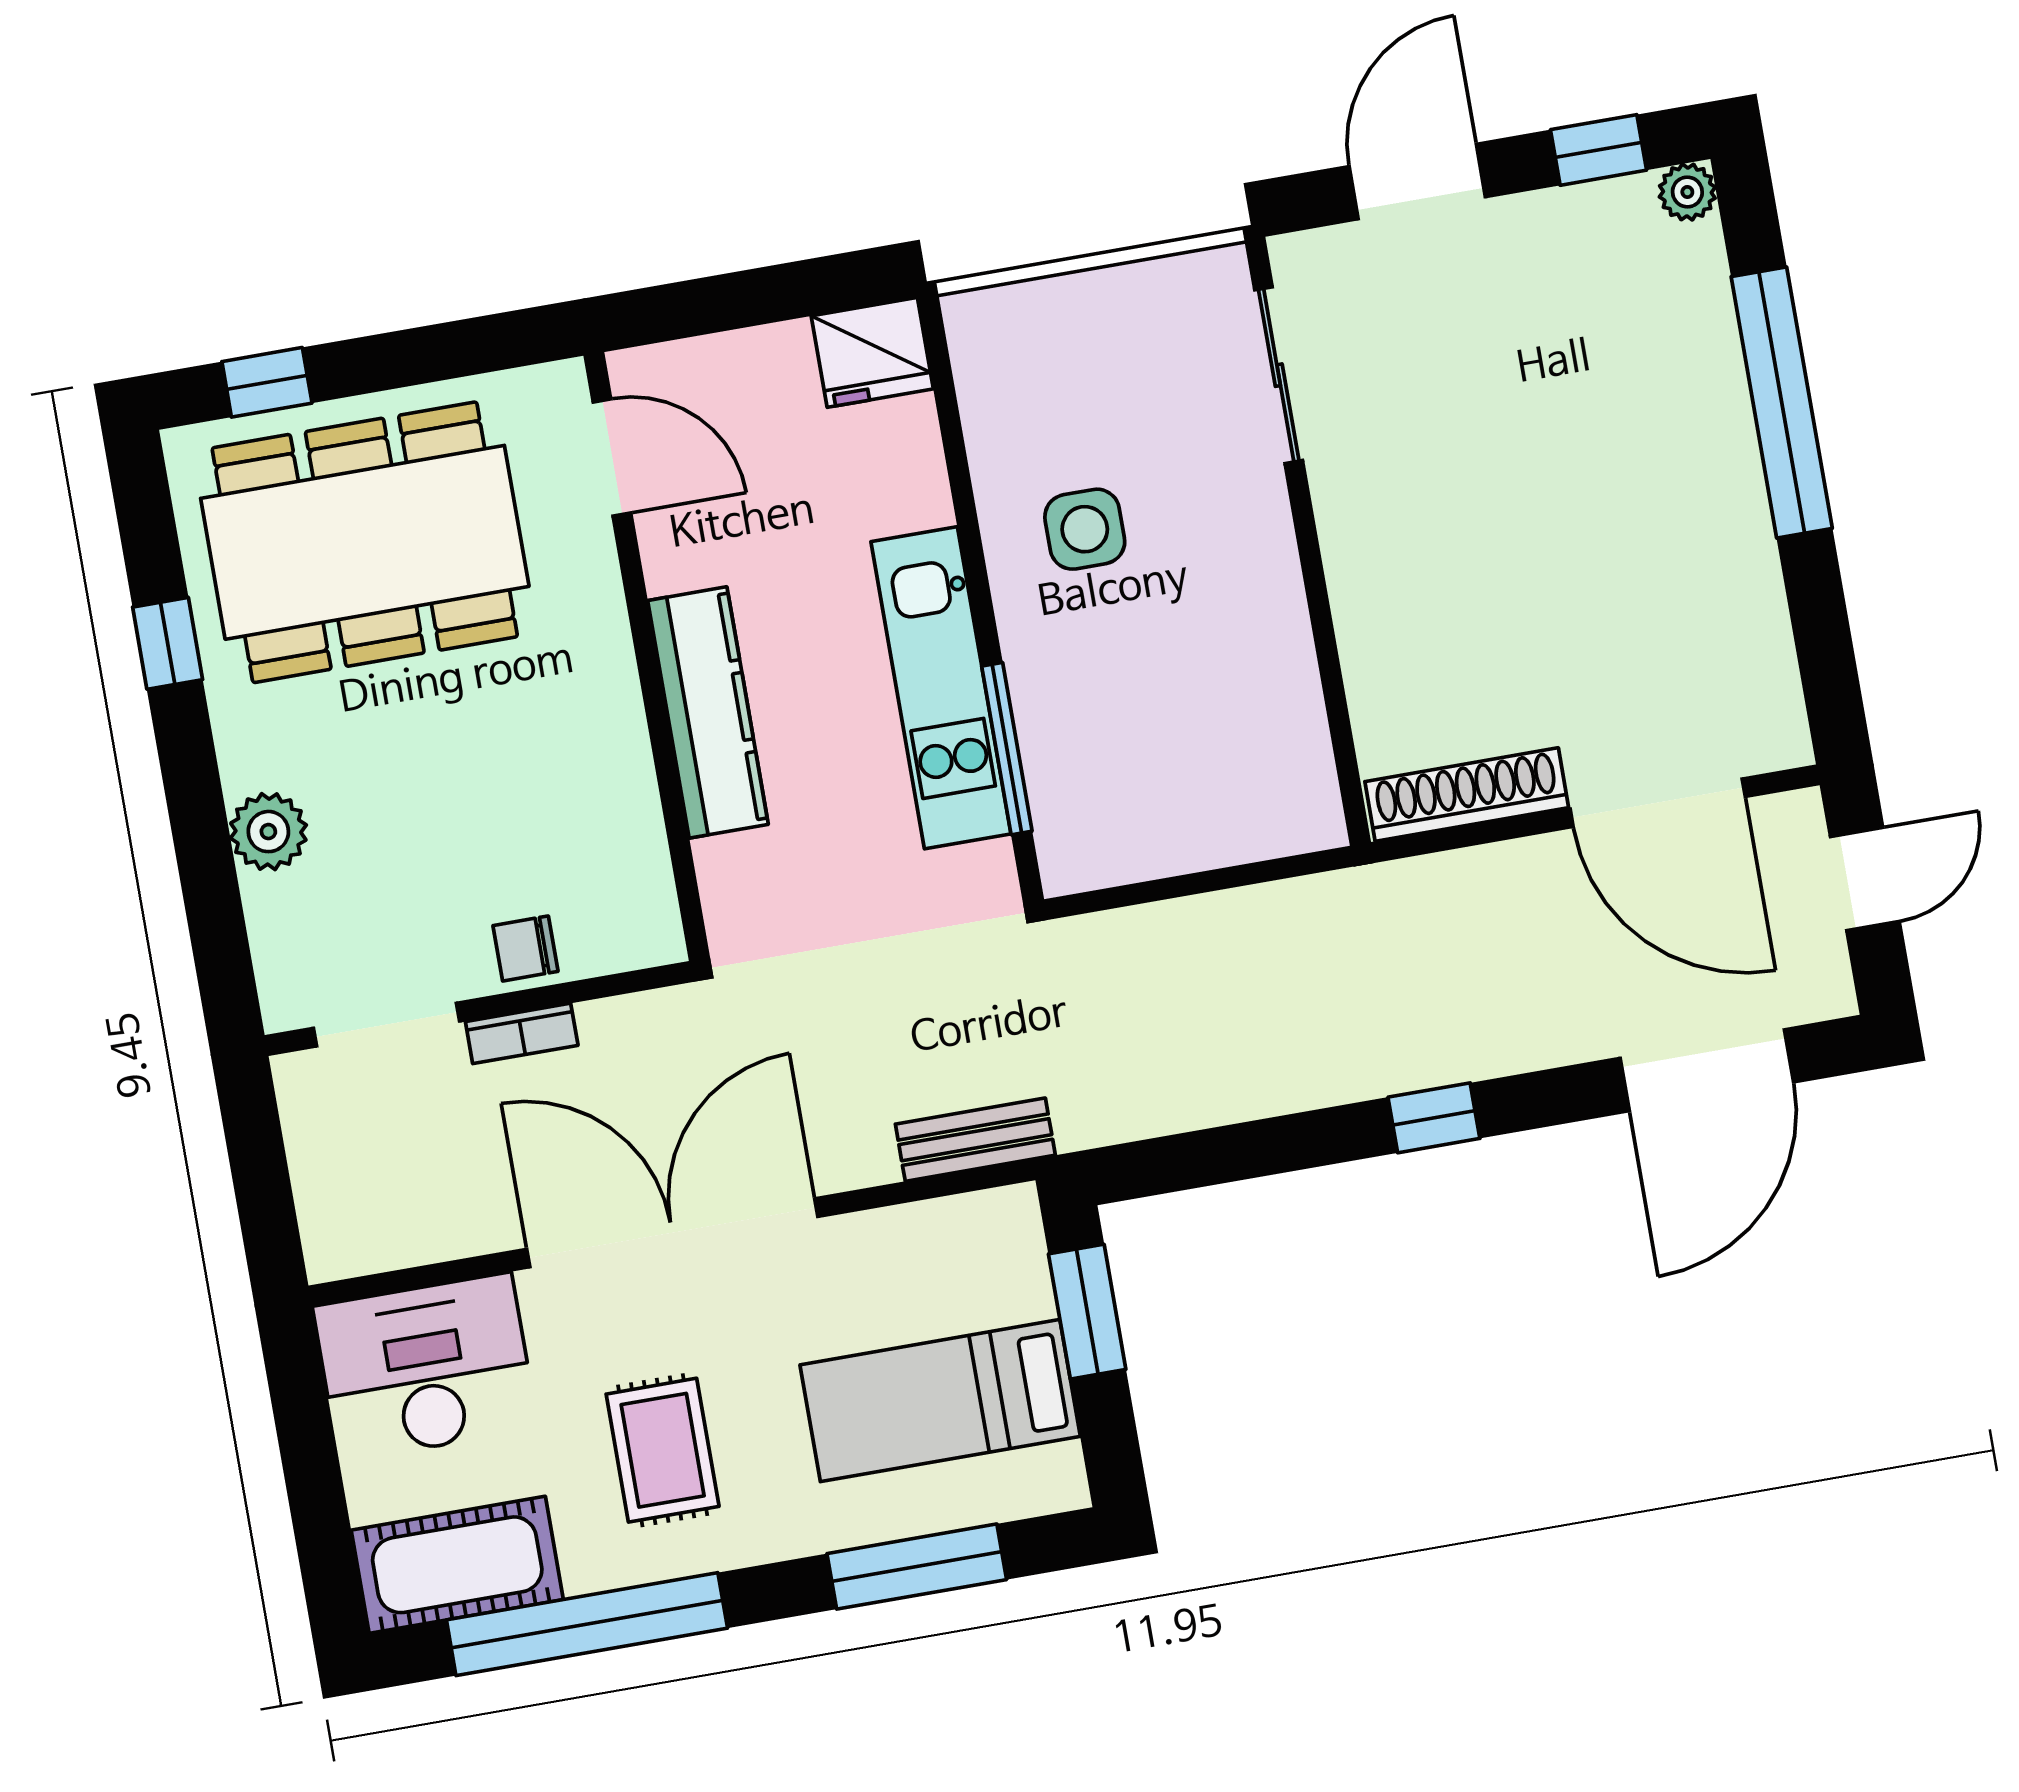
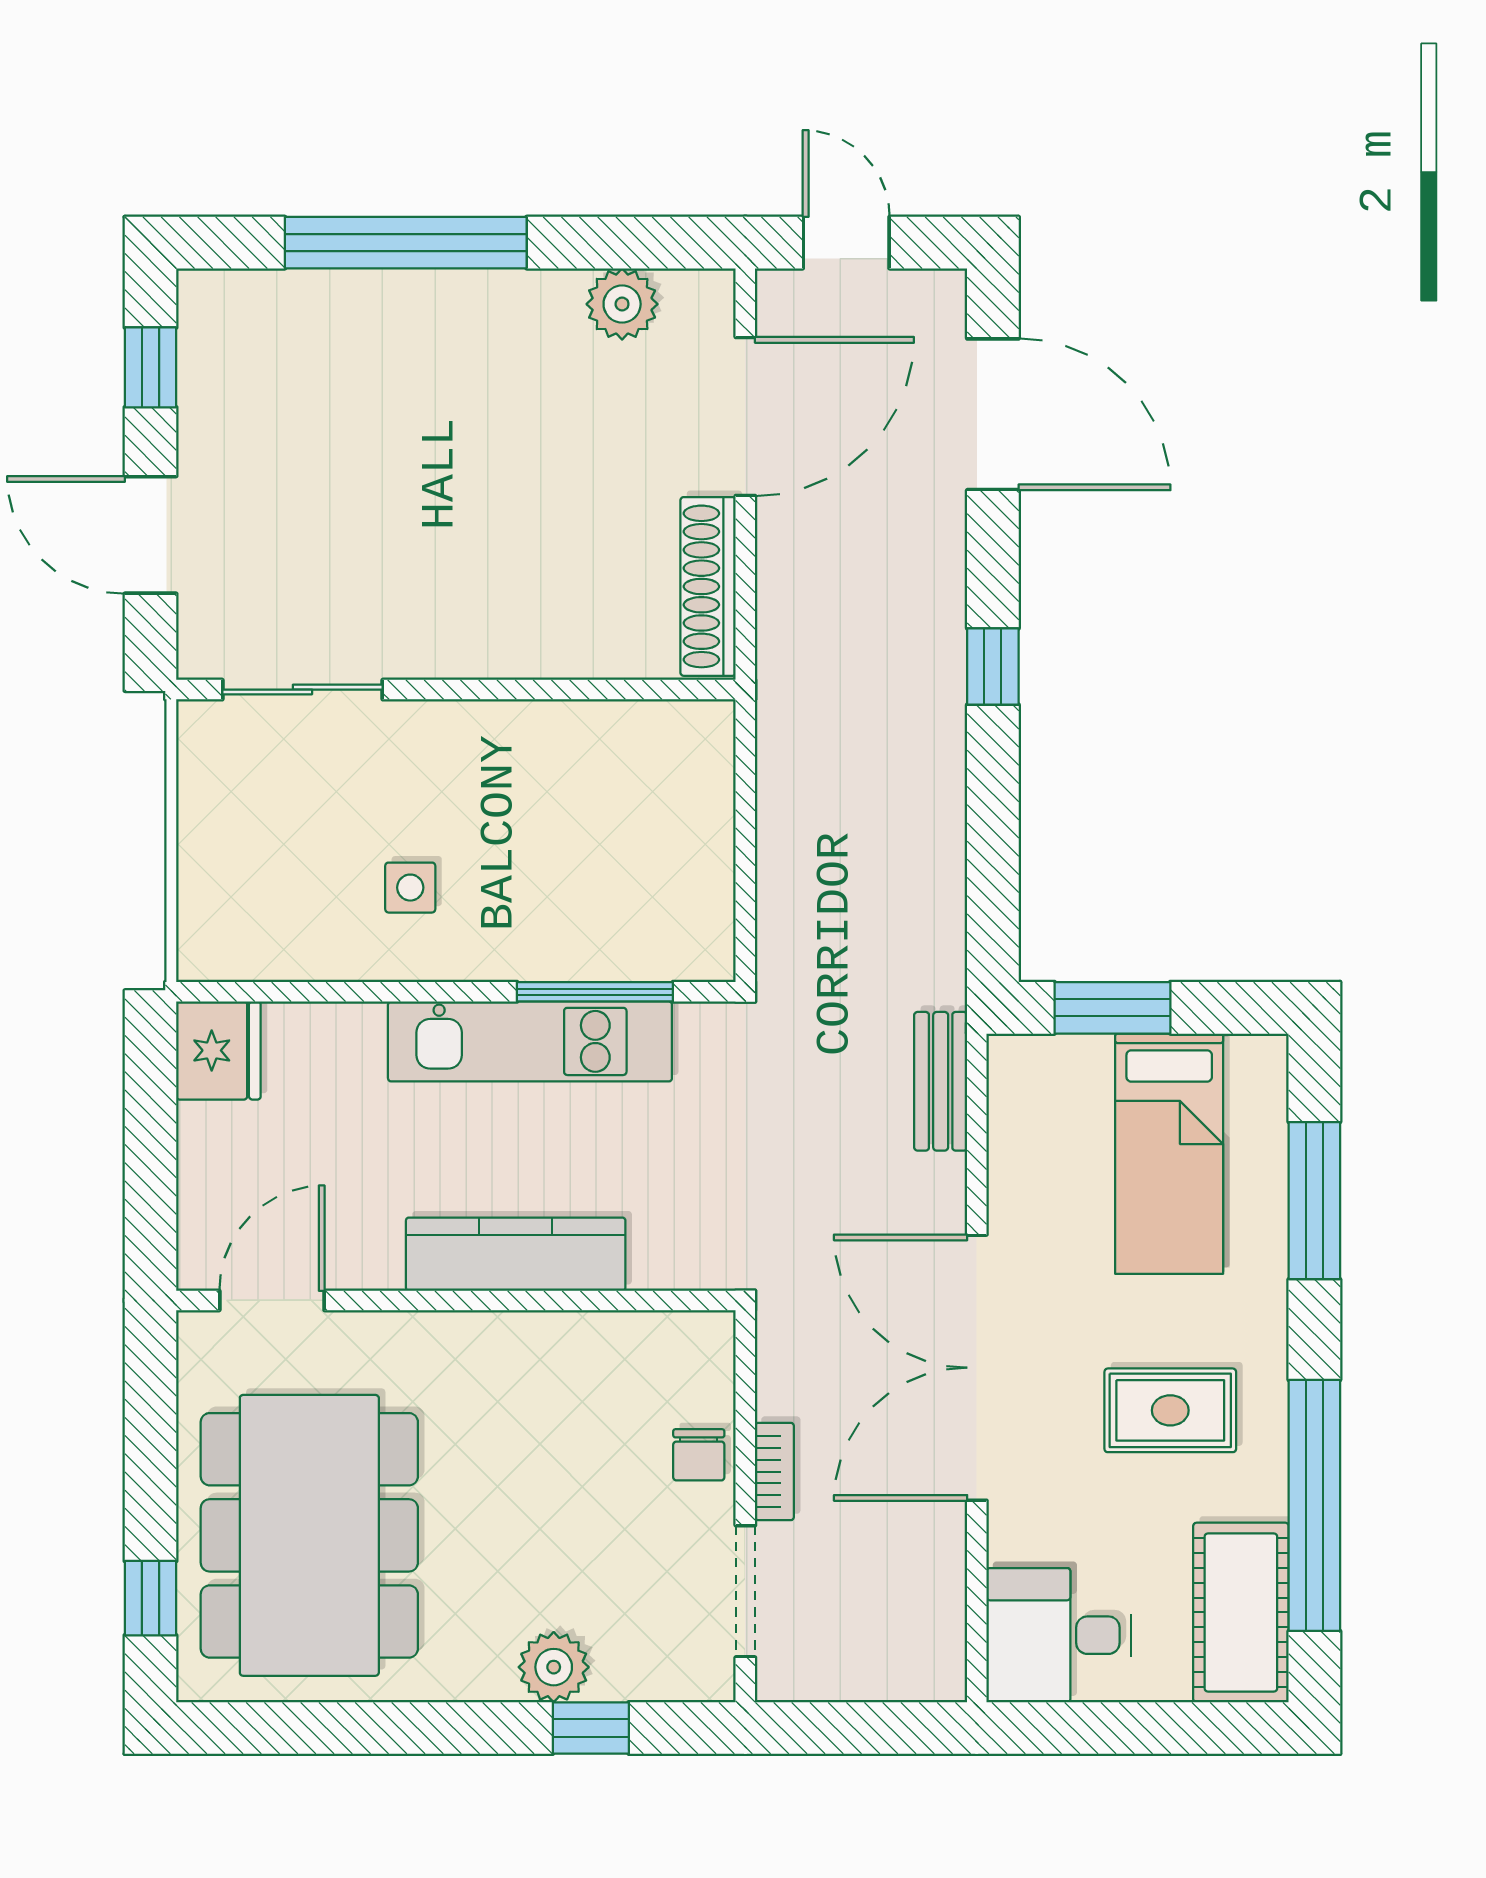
plant: (1687, 192) -> (622, 304), moved, width x1.38, depth x1.38
side table: (1085, 529) -> (410, 888), width x0.73, depth x0.73
window: (168, 643) -> (591, 1728), moved
desk: (425, 1367) -> (1059, 1635), width x0.73

